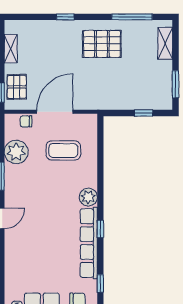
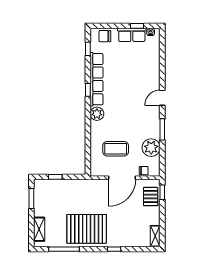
pallet: (102, 44) -> (87, 229), width x1.37, depth x1.41
shelving: (11, 49) -> (155, 236), moved

